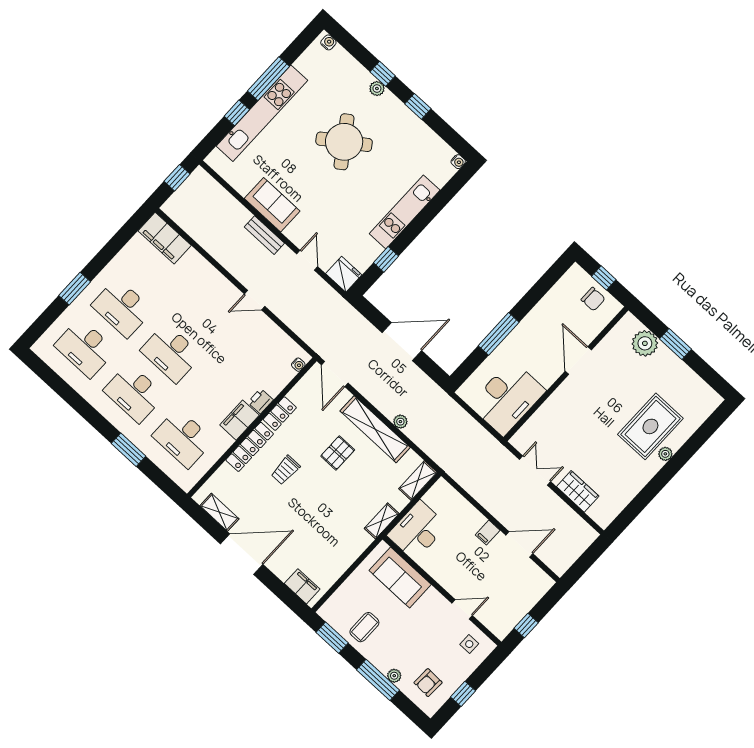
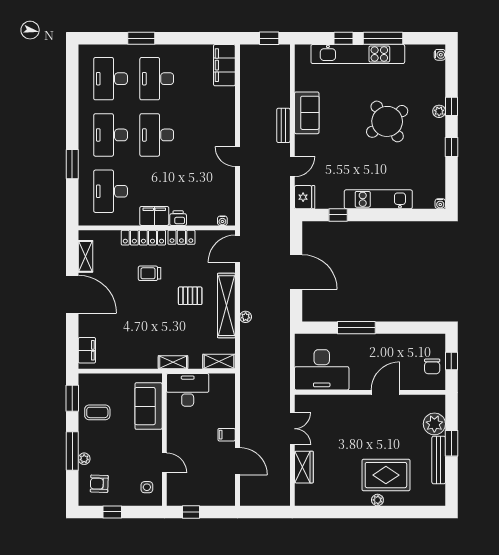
bench: (680, 369) -> (439, 460), added

